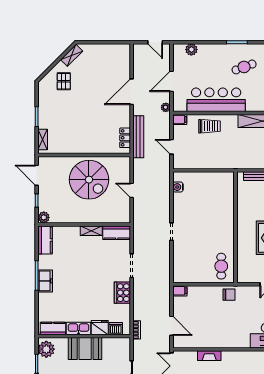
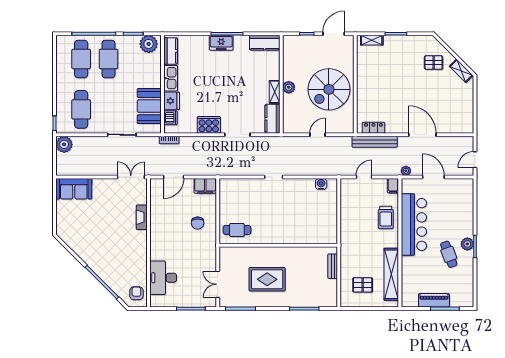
plant: (191, 50) -> (467, 244), moved
plant: (44, 217) -> (289, 87), moved
filing cabinet: (180, 291) -> (205, 186), width x2.00
chair: (229, 295) -> (198, 223), moved
booth: (85, 349) -> (149, 106), moved

